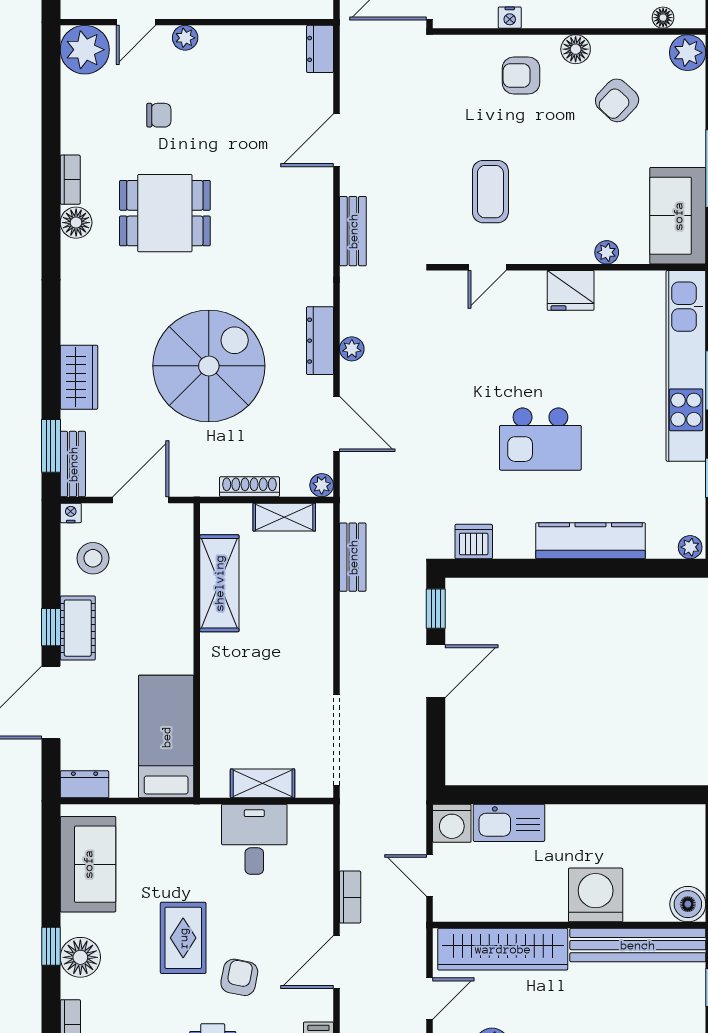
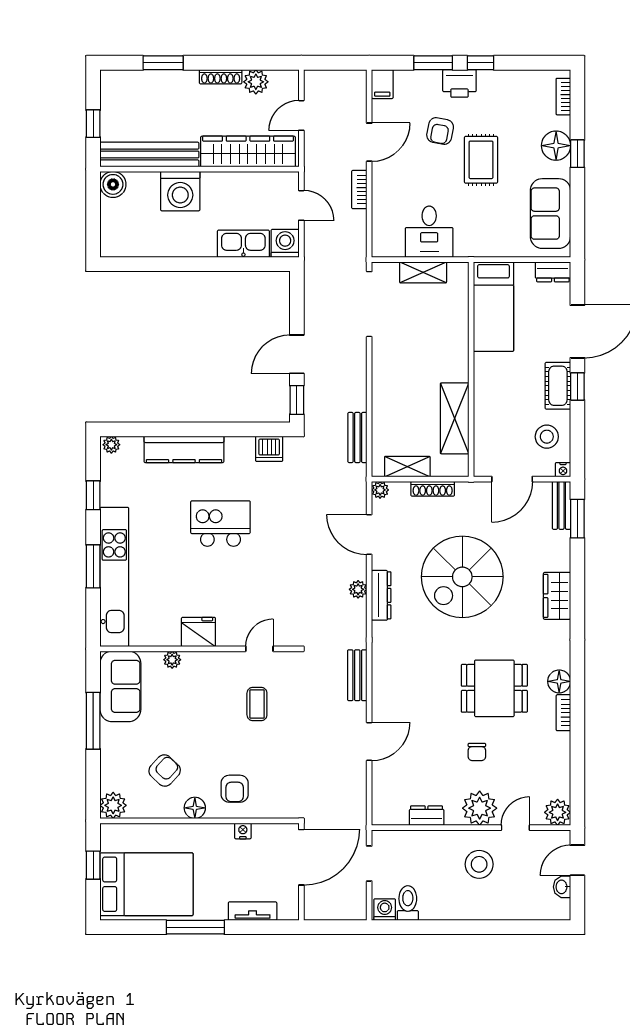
floor lamp: (663, 18) -> (131, 831), removed
plant: (185, 38) -> (480, 808), width x1.87, depth x1.87
dresser: (320, 49) -> (427, 816), moved, turned -90
plant: (85, 50) -> (558, 812), width x0.73, depth x0.73
armchair: (521, 75) -> (235, 789), turned 90
chair: (159, 115) -> (477, 752), moved, turned -90
coffee table: (490, 192) -> (257, 704), width x0.73, depth x0.77
wardrobe: (79, 377) -> (557, 596), moved

